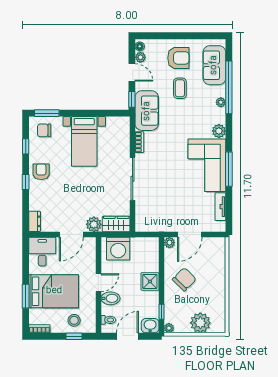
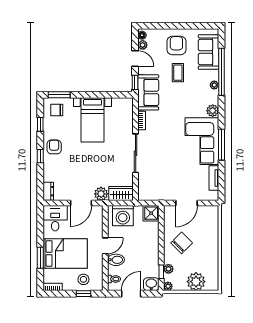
armchair: (178, 58) -> (176, 46), turned -90
plant: (169, 243) -> (168, 269), moved
shower: (150, 281) -> (151, 213), moved

